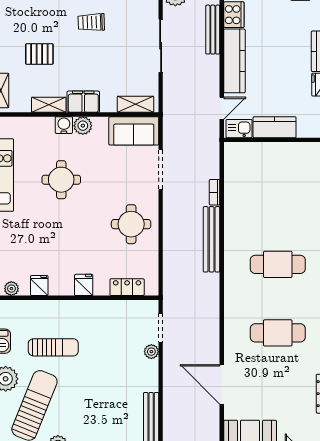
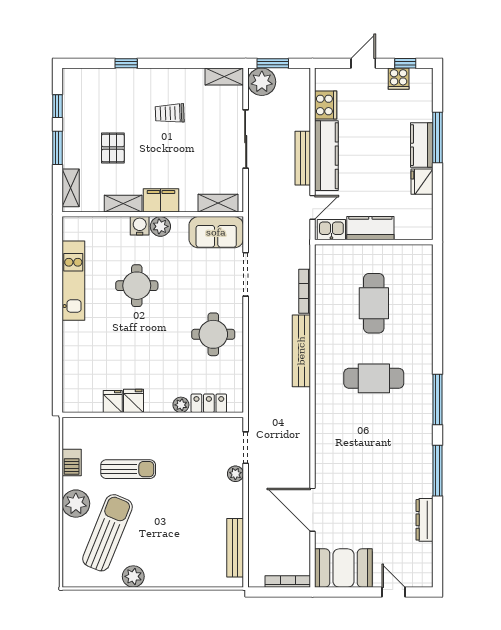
bench: (213, 30) -> (303, 158), moved
pallet: (39, 54) -> (113, 148), turned 90
bookcase: (215, 192) -> (305, 291), width x1.56
fridge: (84, 285) -> (134, 401), moved
plant: (11, 289) -> (181, 405), moved
cafe table: (278, 333) -> (374, 303), moved, turned 90

